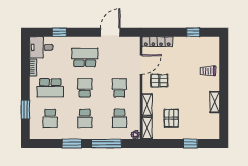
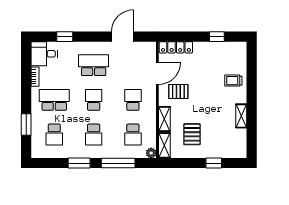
school desk: (50, 88) -> (54, 100), turned 180

